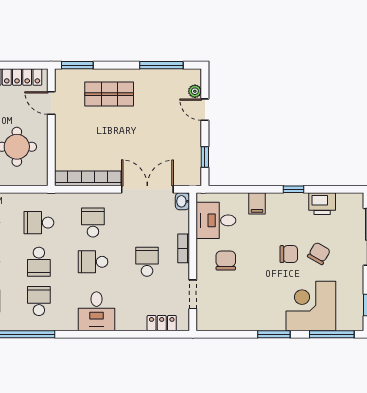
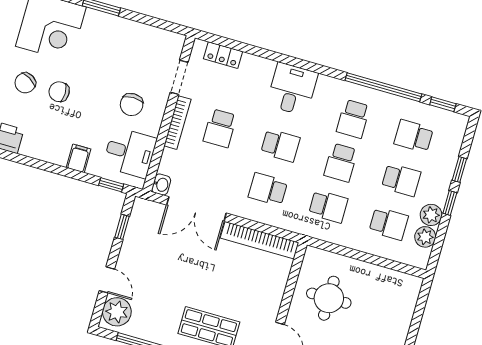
plant: (195, 91) -> (117, 312), width x1.88, depth x1.88
window: (294, 189) -> (111, 185), moved
school desk: (93, 223) -> (268, 189), turned 90
bookcase: (184, 248) -> (177, 123), width x1.56
school desk: (39, 262) -> (341, 163), turned 180

